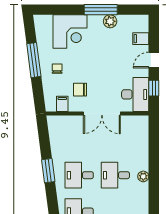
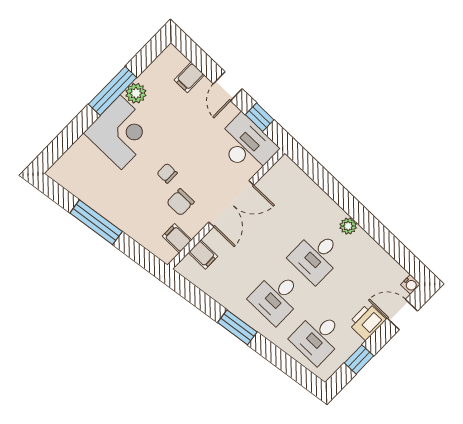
corner desk: (70, 32) -> (121, 132), moved
chair: (57, 69) -> (167, 173), moved
filing cabinet: (66, 123) -> (203, 254), added

